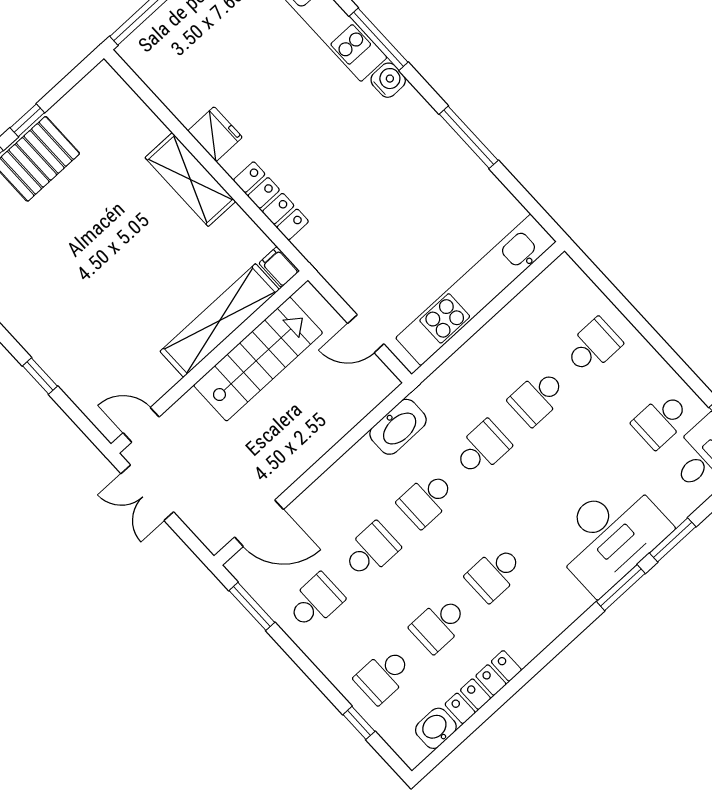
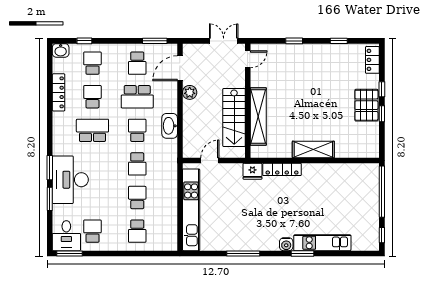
window: (379, 39) -> (303, 253), width x0.69
fridge: (215, 134) -> (252, 171), moved
filing cabinet: (279, 267) -> (258, 152), removed
washbasin: (398, 427) -> (170, 126), moved
plant: (284, 470) -> (190, 92), added
school desk: (371, 551) -> (137, 97), width x1.85
school desk: (494, 573) -> (92, 130), width x1.85
washbasin: (436, 728) -> (61, 50), moved, turned 90

